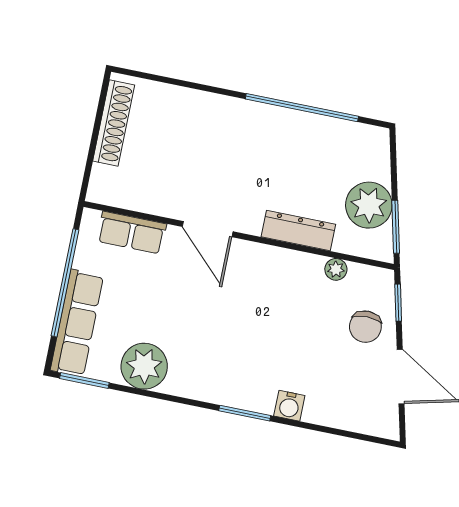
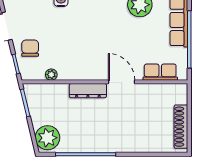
plant: (369, 205) -> (47, 138), moved
dresser: (298, 231) -> (88, 91), moved

